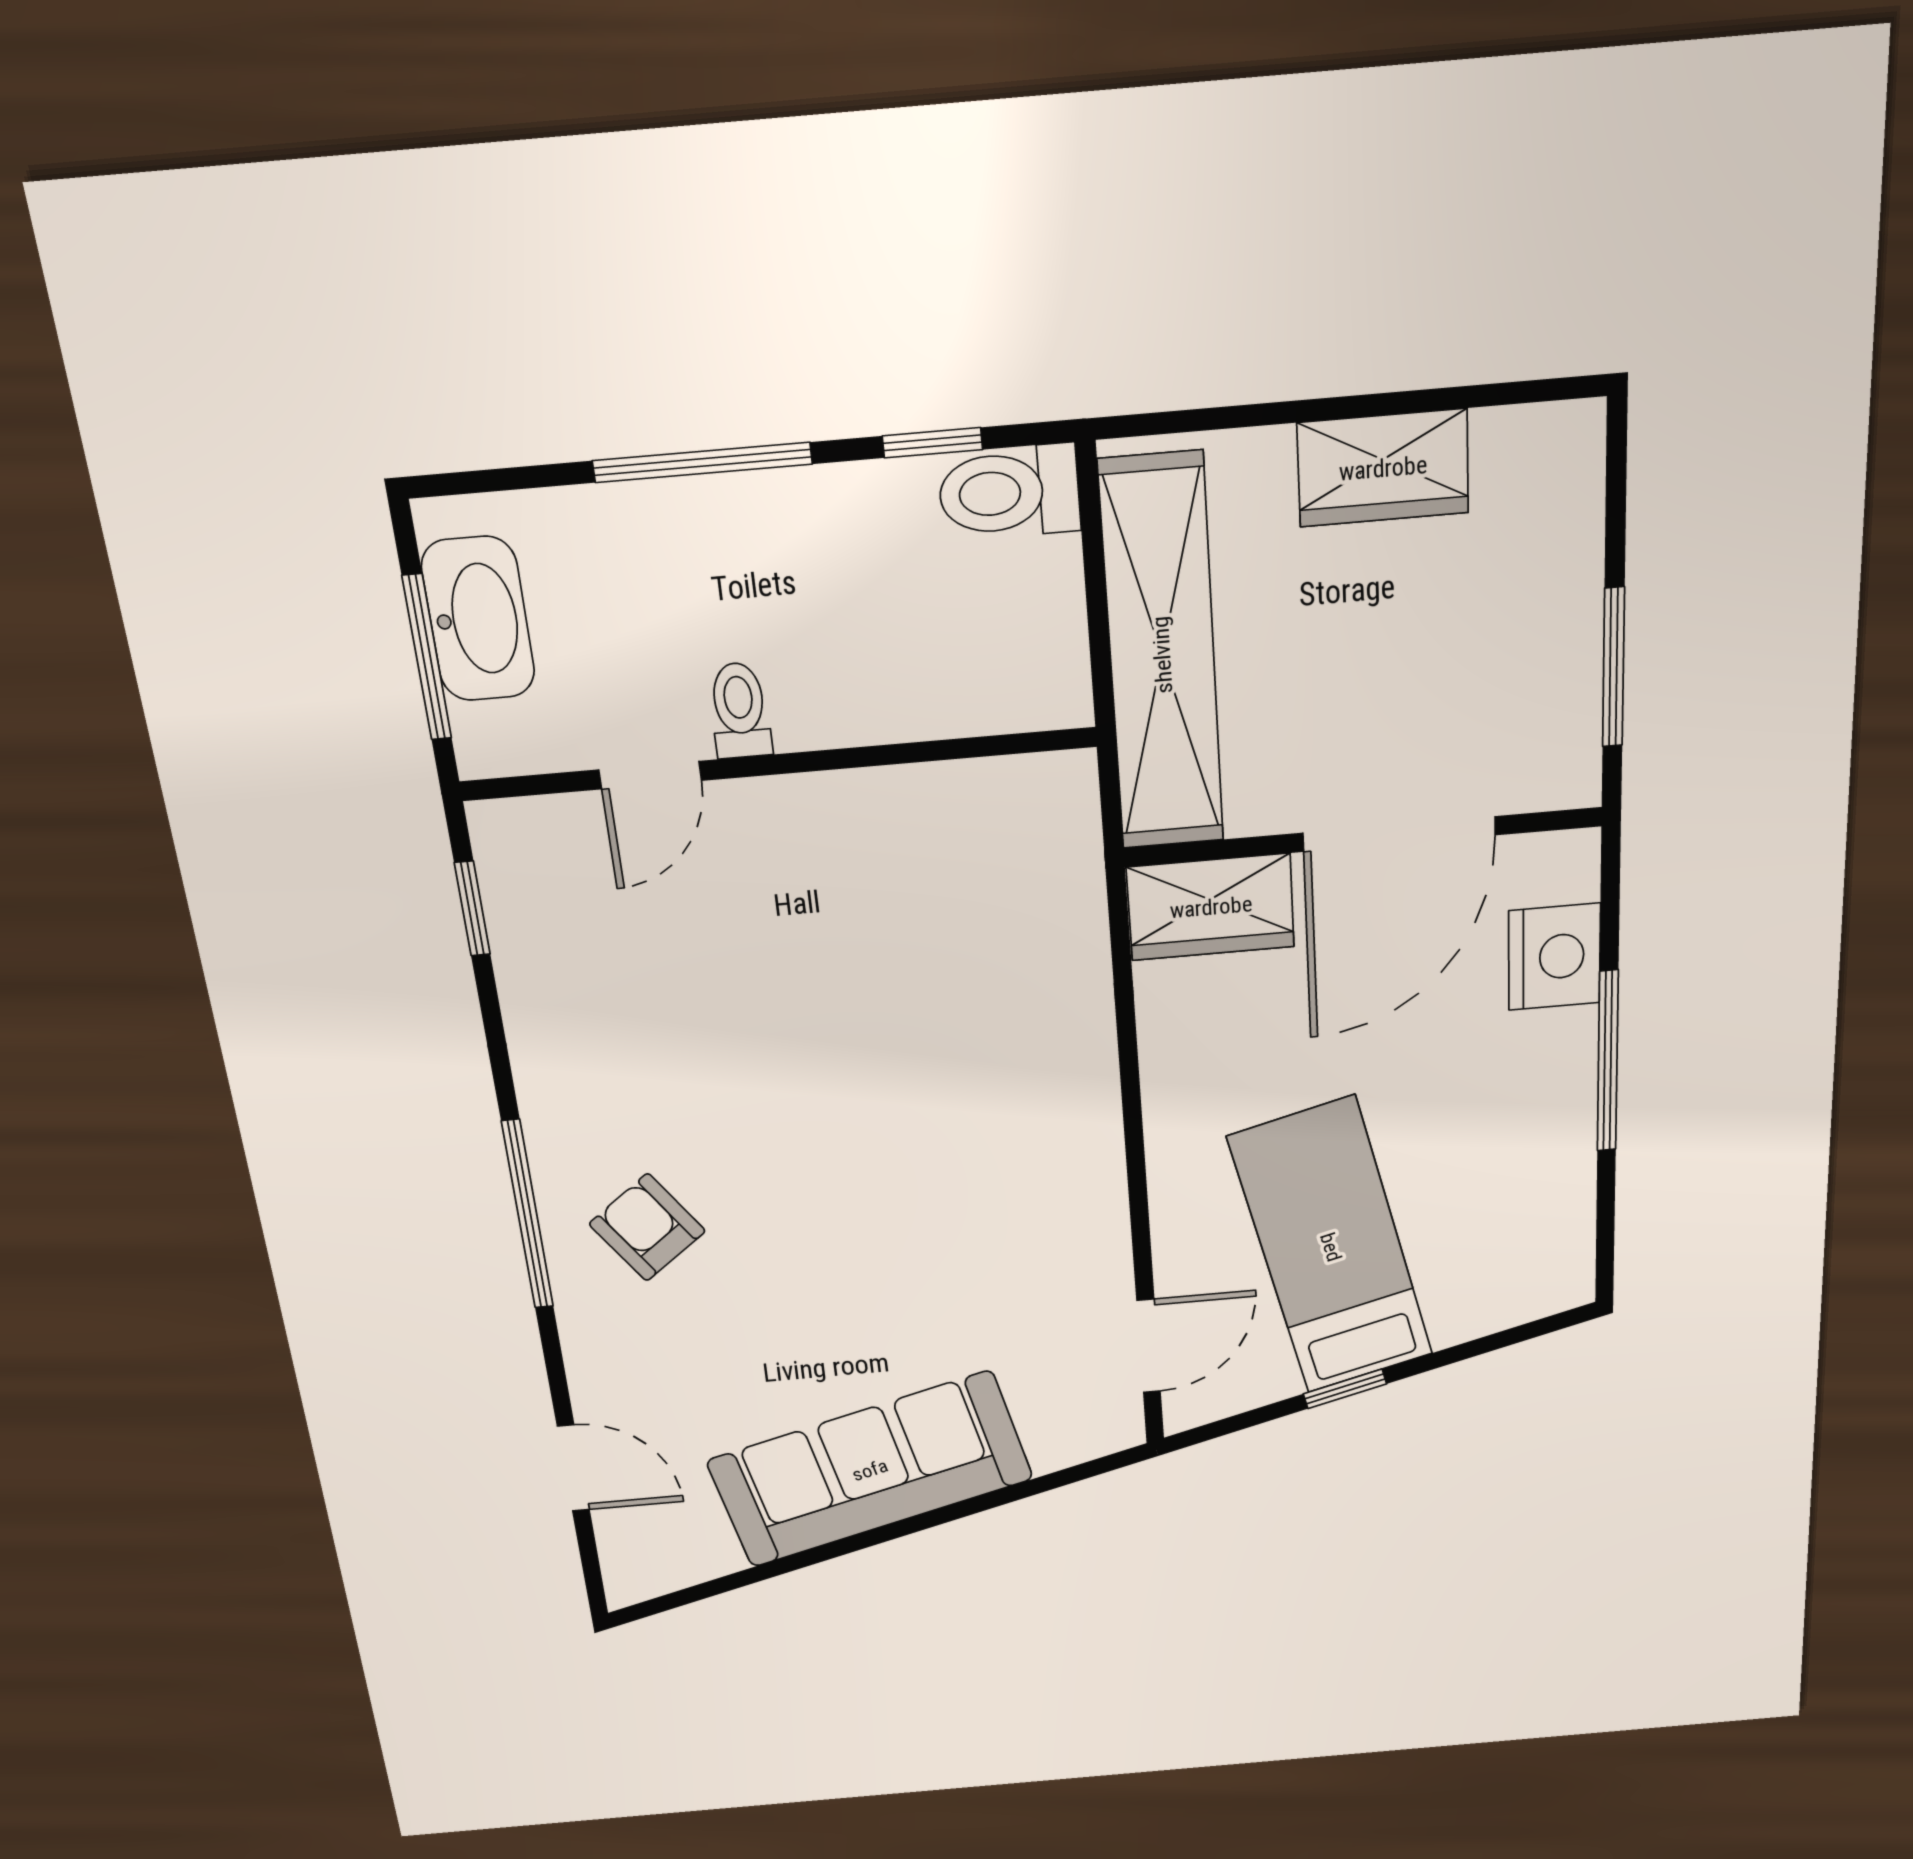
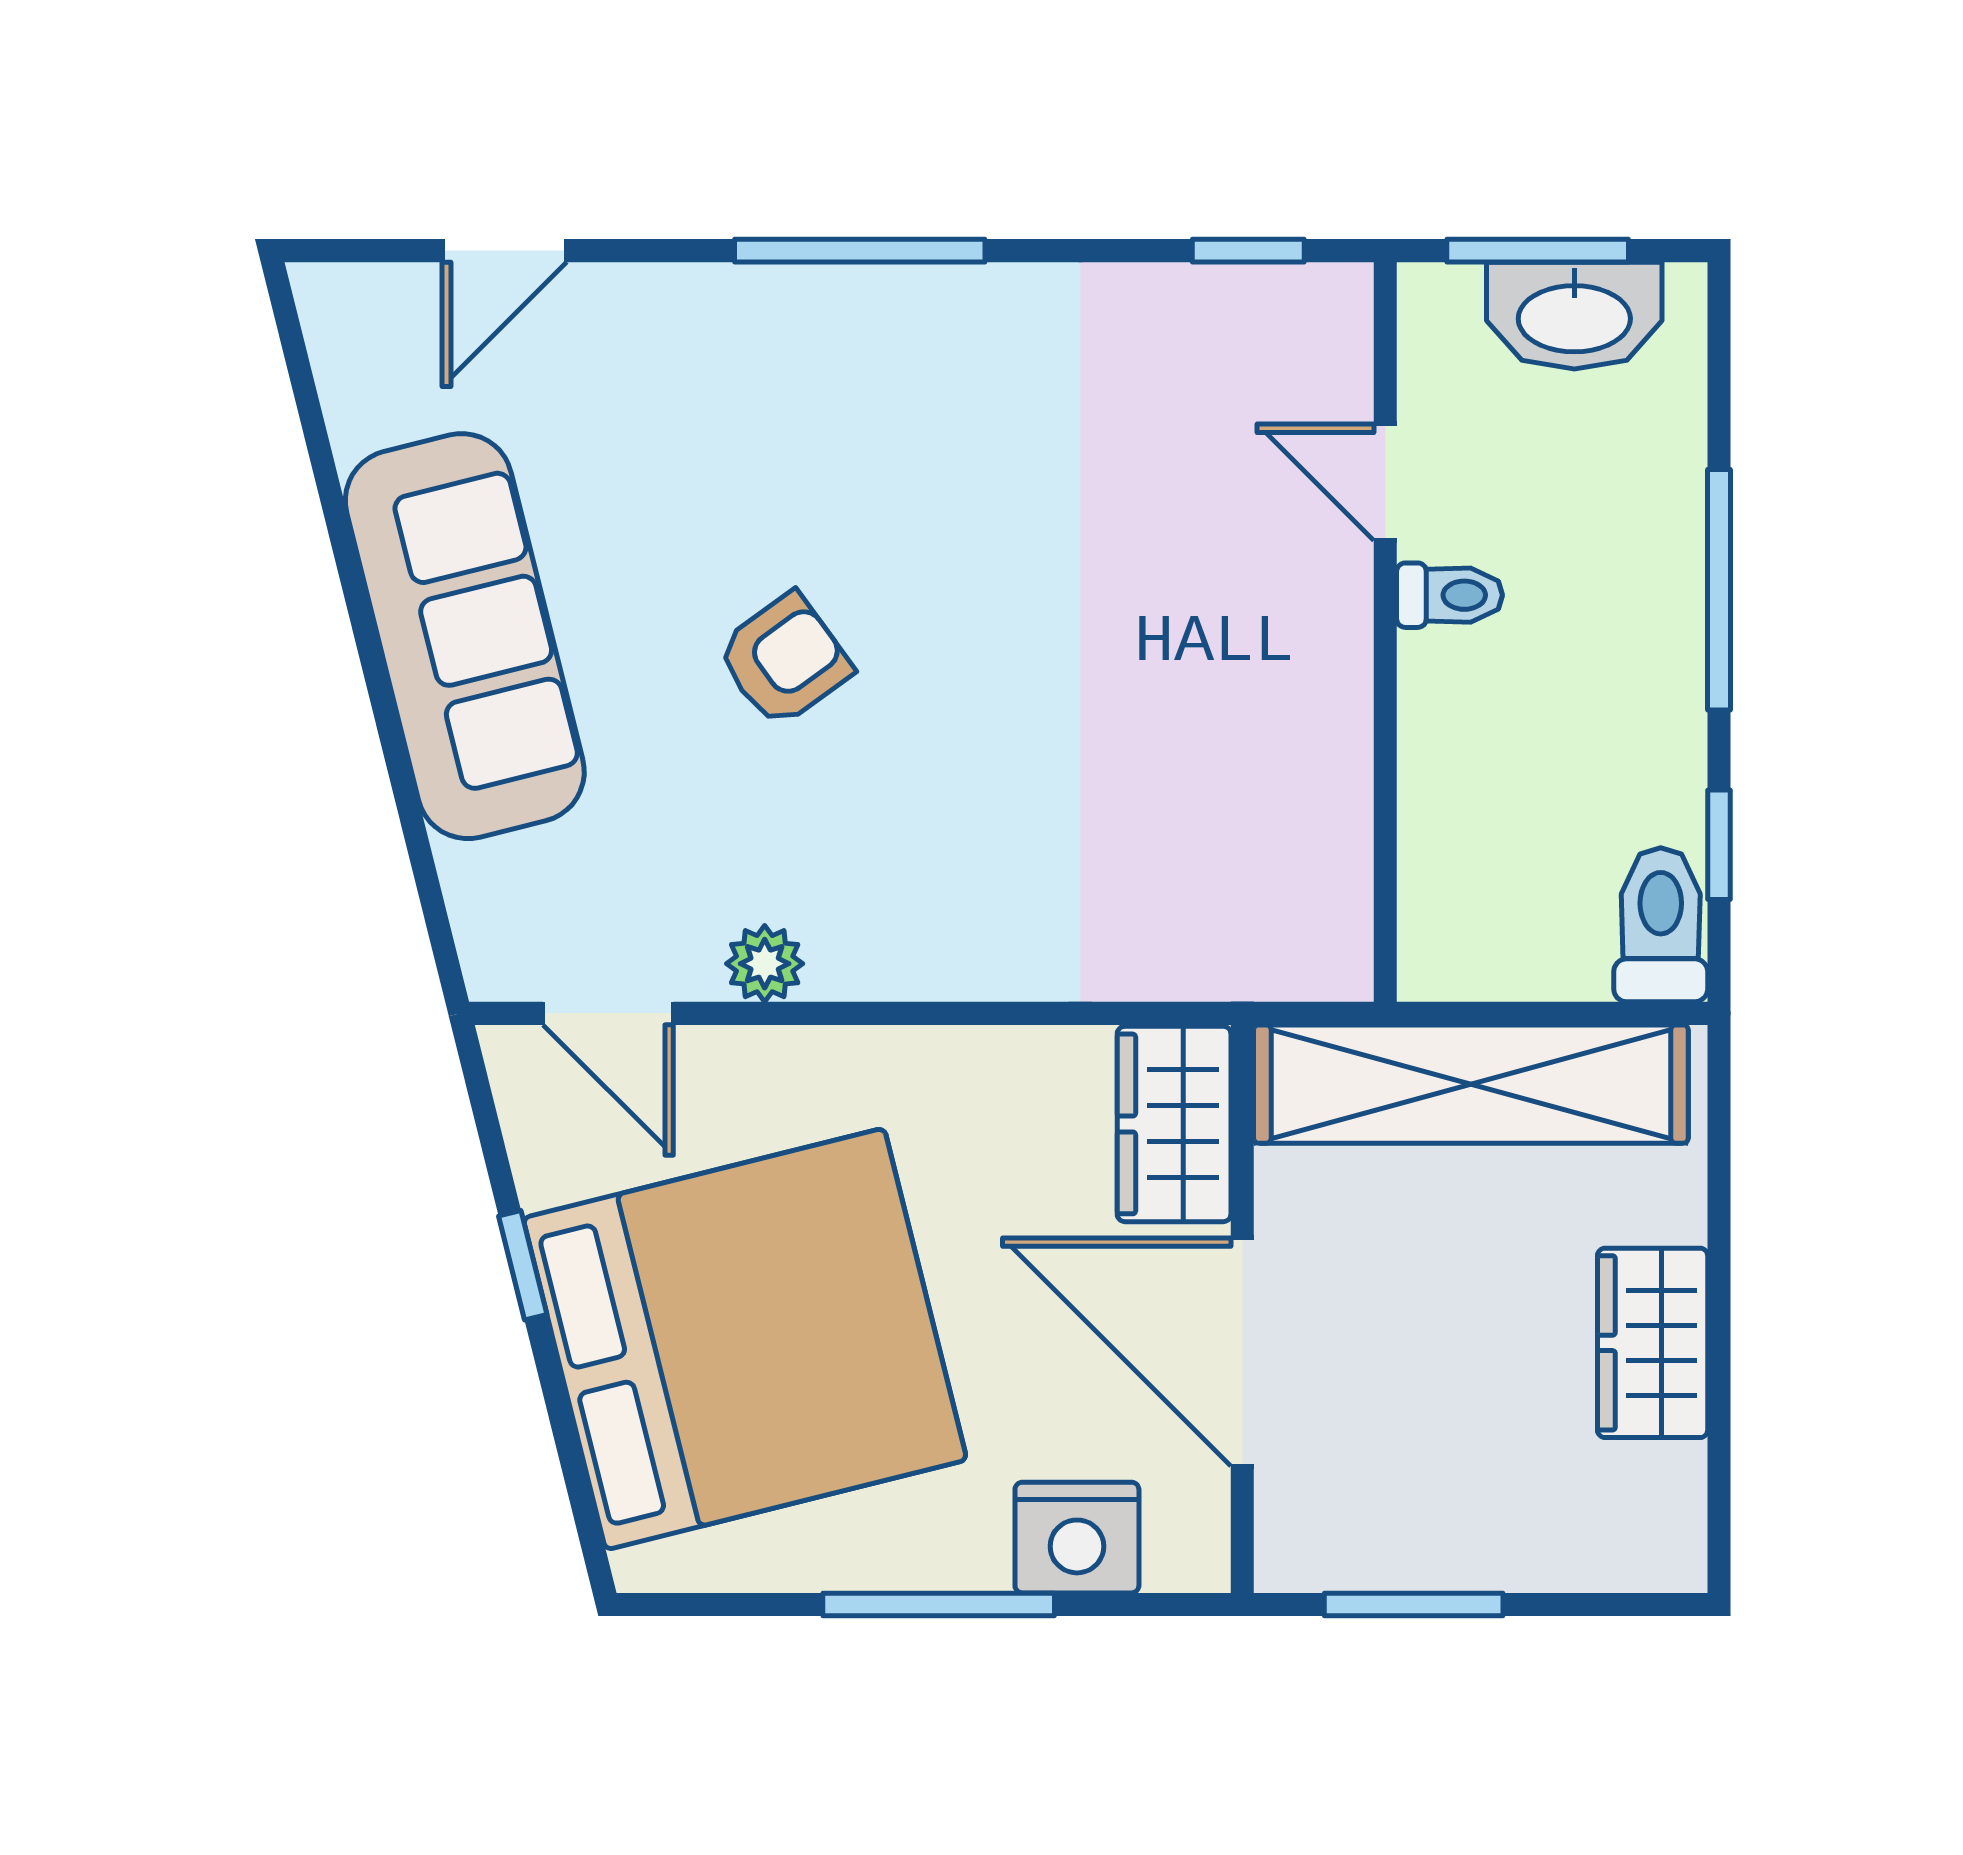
armchair: (647, 1227) -> (784, 660), moved
plant: (1102, 1237) -> (765, 964), added
bed: (1331, 1247) -> (745, 1339), width x2.04

